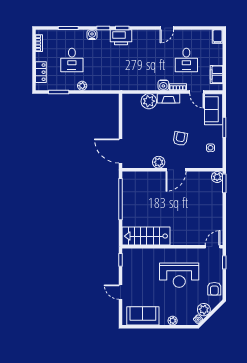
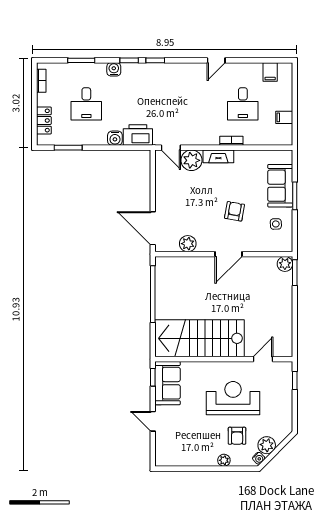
printer: (121, 37) -> (138, 135), moved, turned 180
filing cabinet: (218, 37) -> (270, 72), moved
filing cabinet: (217, 74) -> (284, 117), width x0.50
water cooler: (163, 85) -> (115, 138), moved
plant: (82, 86) -> (100, 139), removed
door: (197, 92) -> (171, 148), moved
sofa: (214, 109) -> (280, 186), moved
plant: (159, 162) -> (188, 244), moved
stairs: (146, 236) -> (200, 338), width x1.36, depth x1.51
door: (213, 247) -> (263, 359), moved
reception desk: (179, 275) -> (233, 398), turned 180
armchair: (214, 289) -> (237, 436), moved
sofa: (143, 316) -> (168, 383), moved, turned 90

